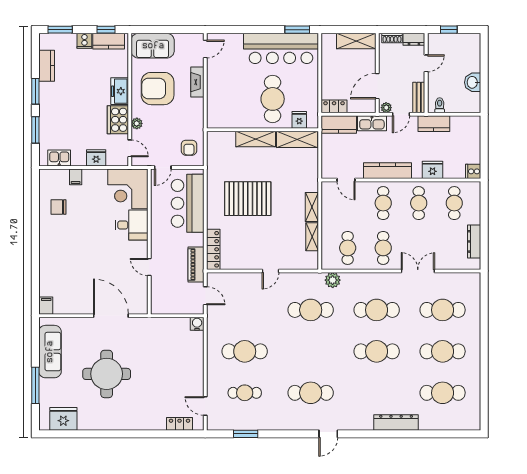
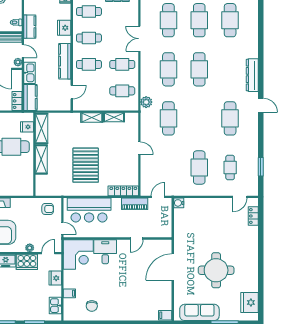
dresser: (396, 422) -> (252, 75), moved

